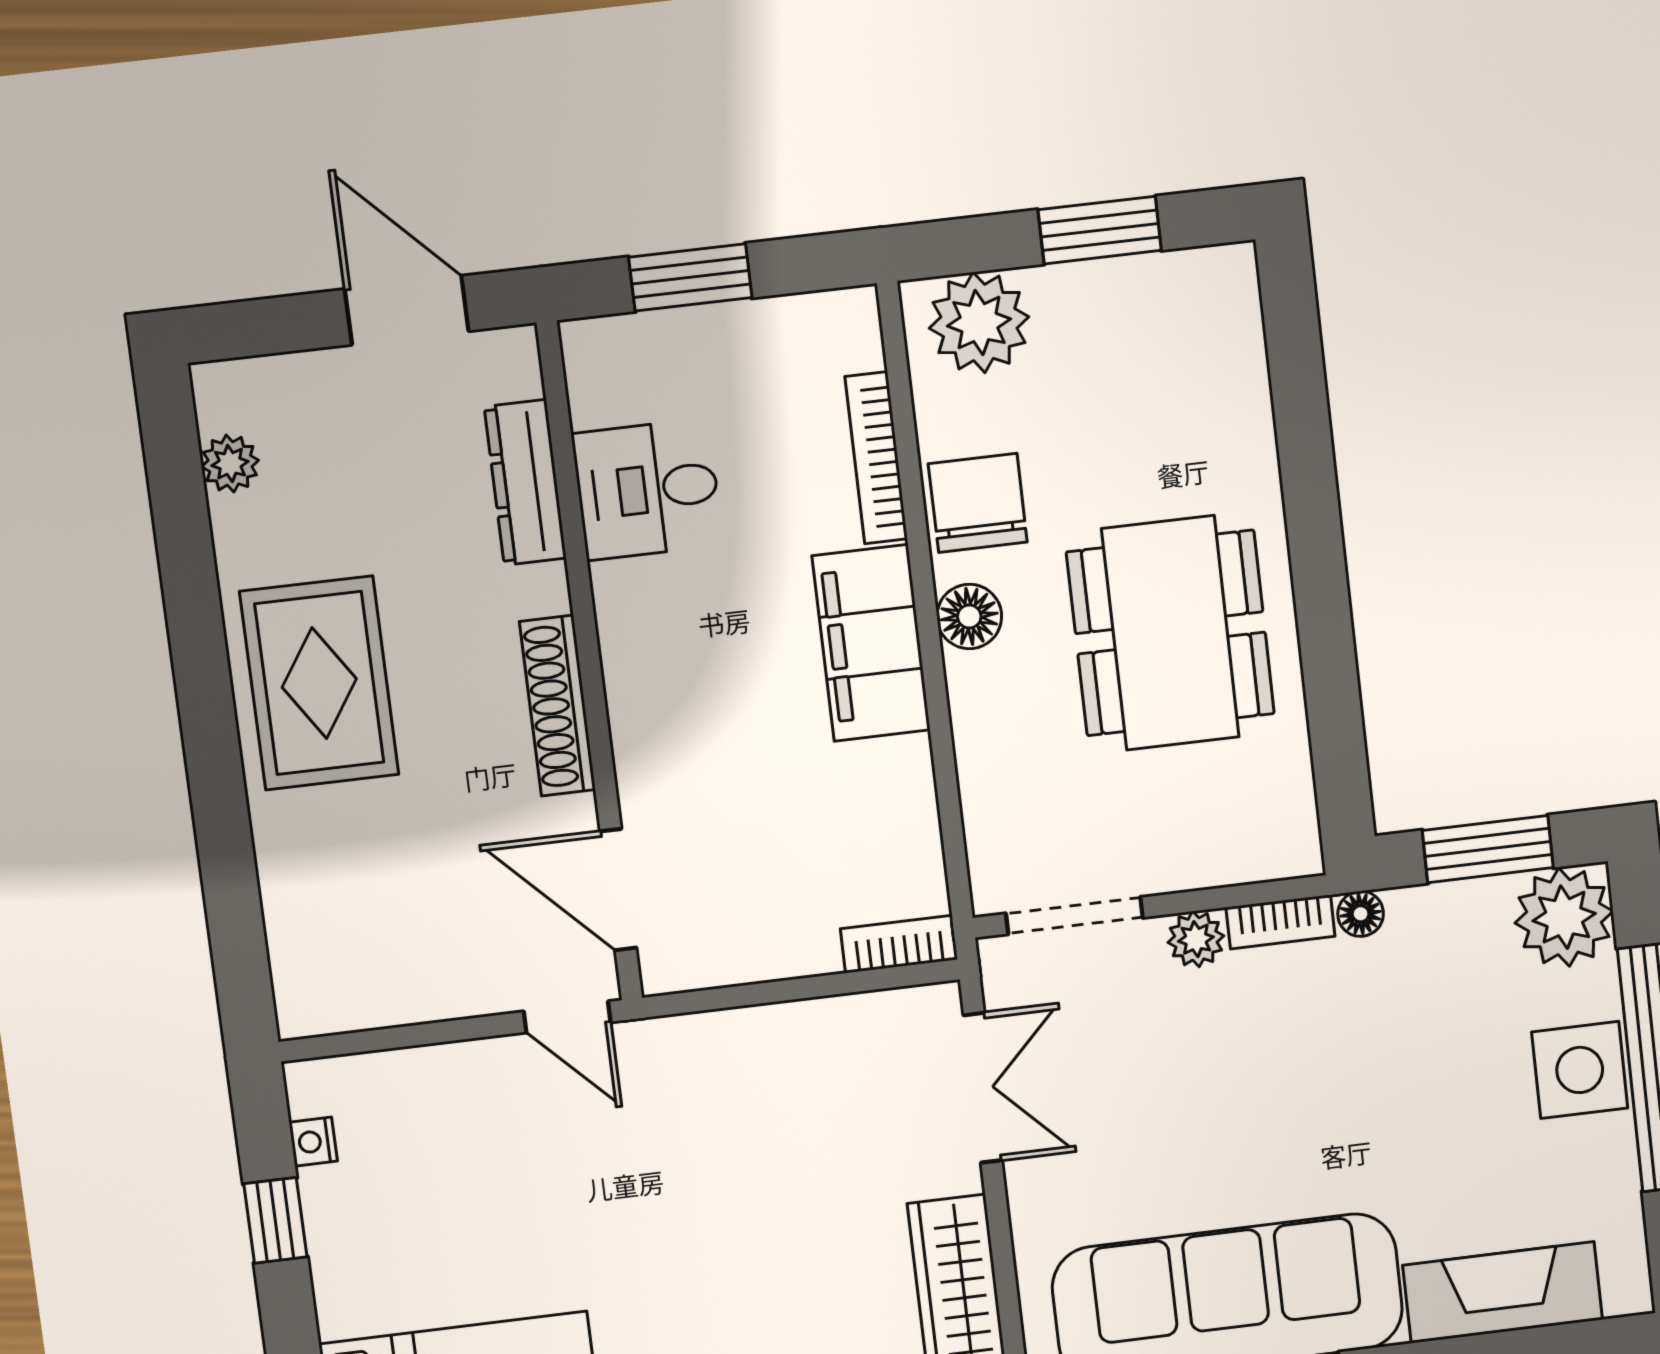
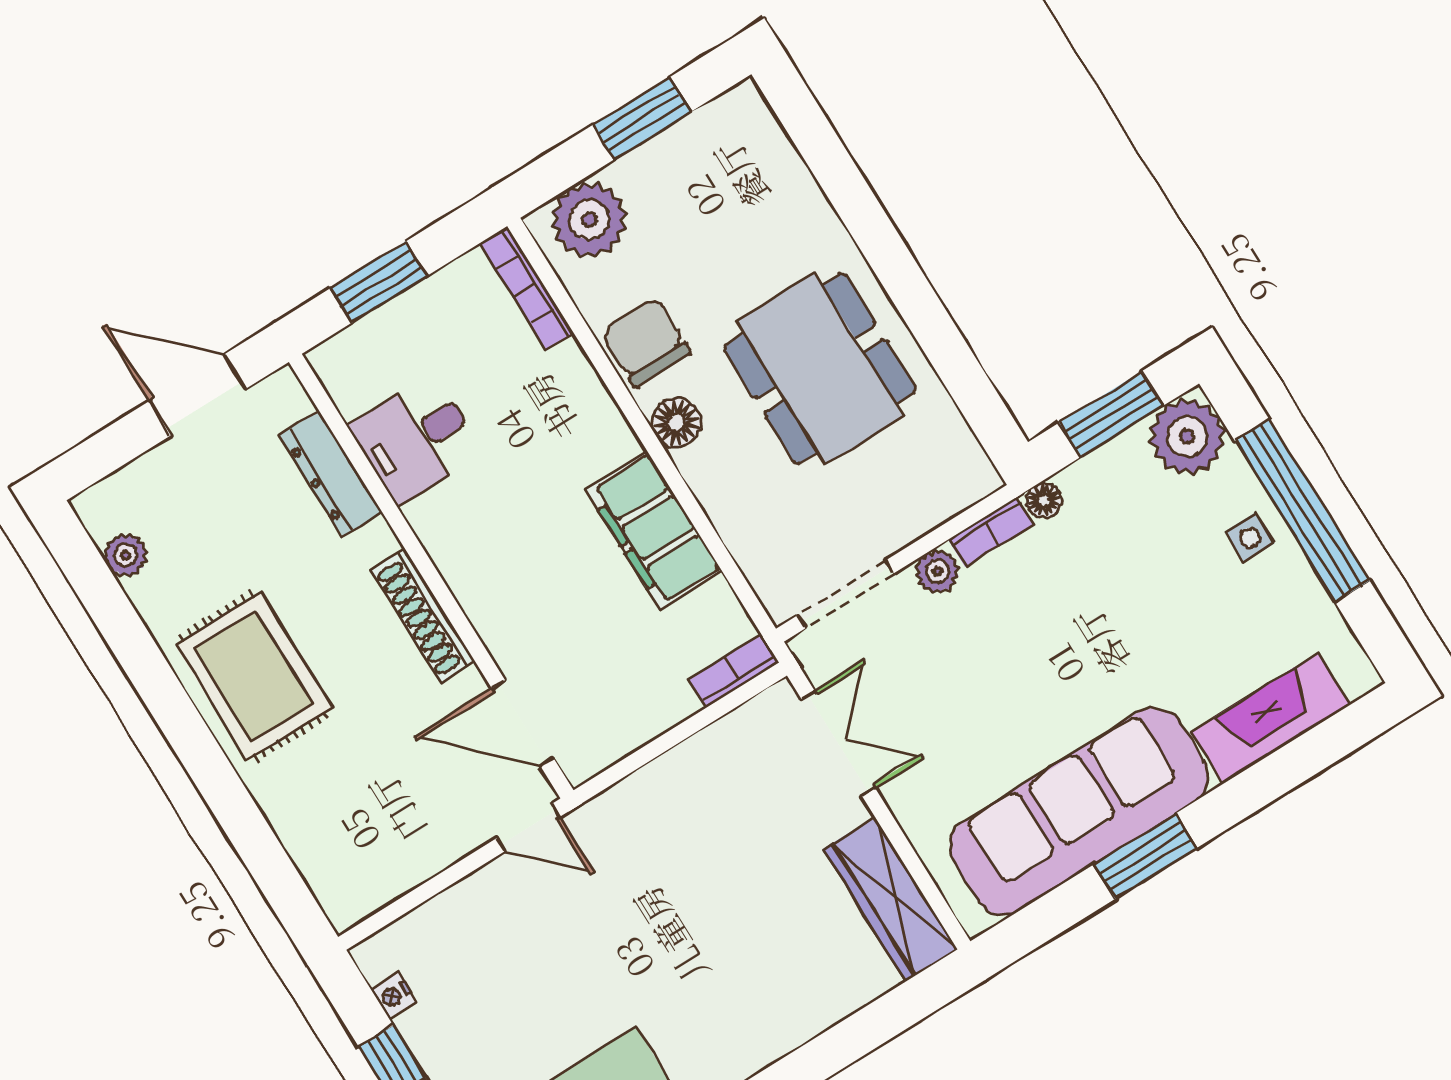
bookcase: (876, 458) -> (527, 288), moved
filing cabinet: (871, 643) -> (654, 530), moved
side table: (1580, 1070) -> (1250, 537), width x0.54, depth x0.54

